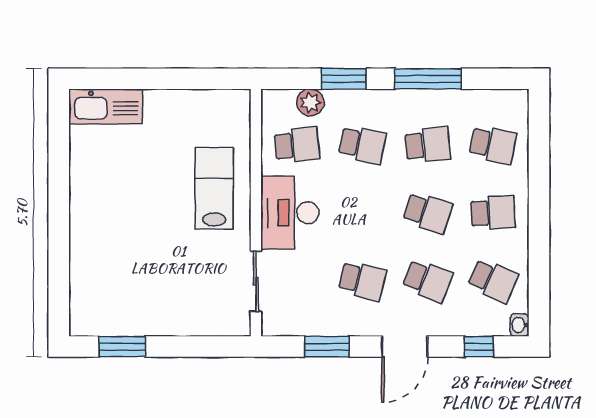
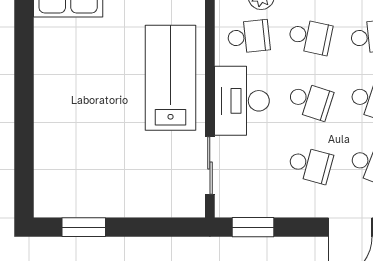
lab bench: (214, 188) -> (171, 78), width x1.36, depth x1.39
school desk: (362, 213) -> (310, 101), added
window: (327, 347) -> (253, 227), moved

